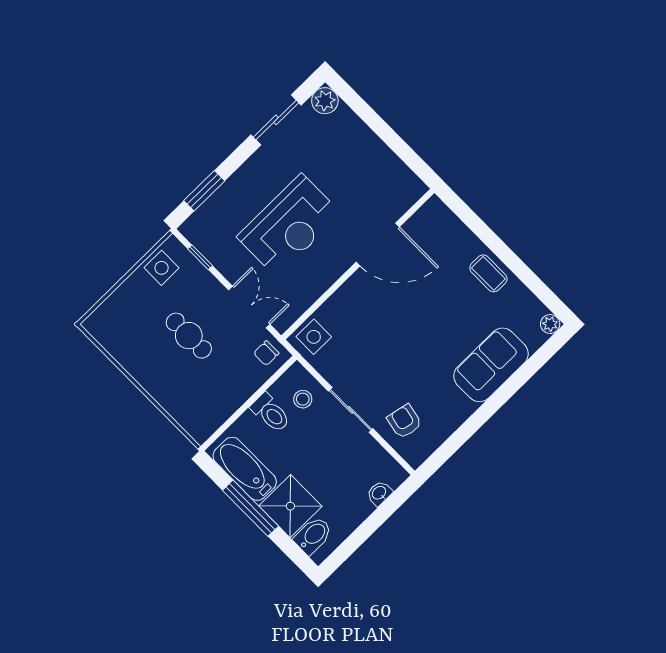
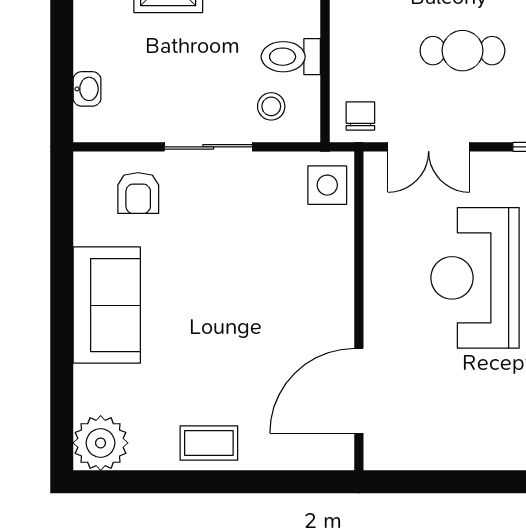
door: (378, 244) -> (359, 391), moved
plant: (550, 324) -> (101, 443), width x1.88, depth x1.88
sofa: (491, 365) -> (107, 305), moved
armchair: (404, 421) -> (138, 193), turned 78

